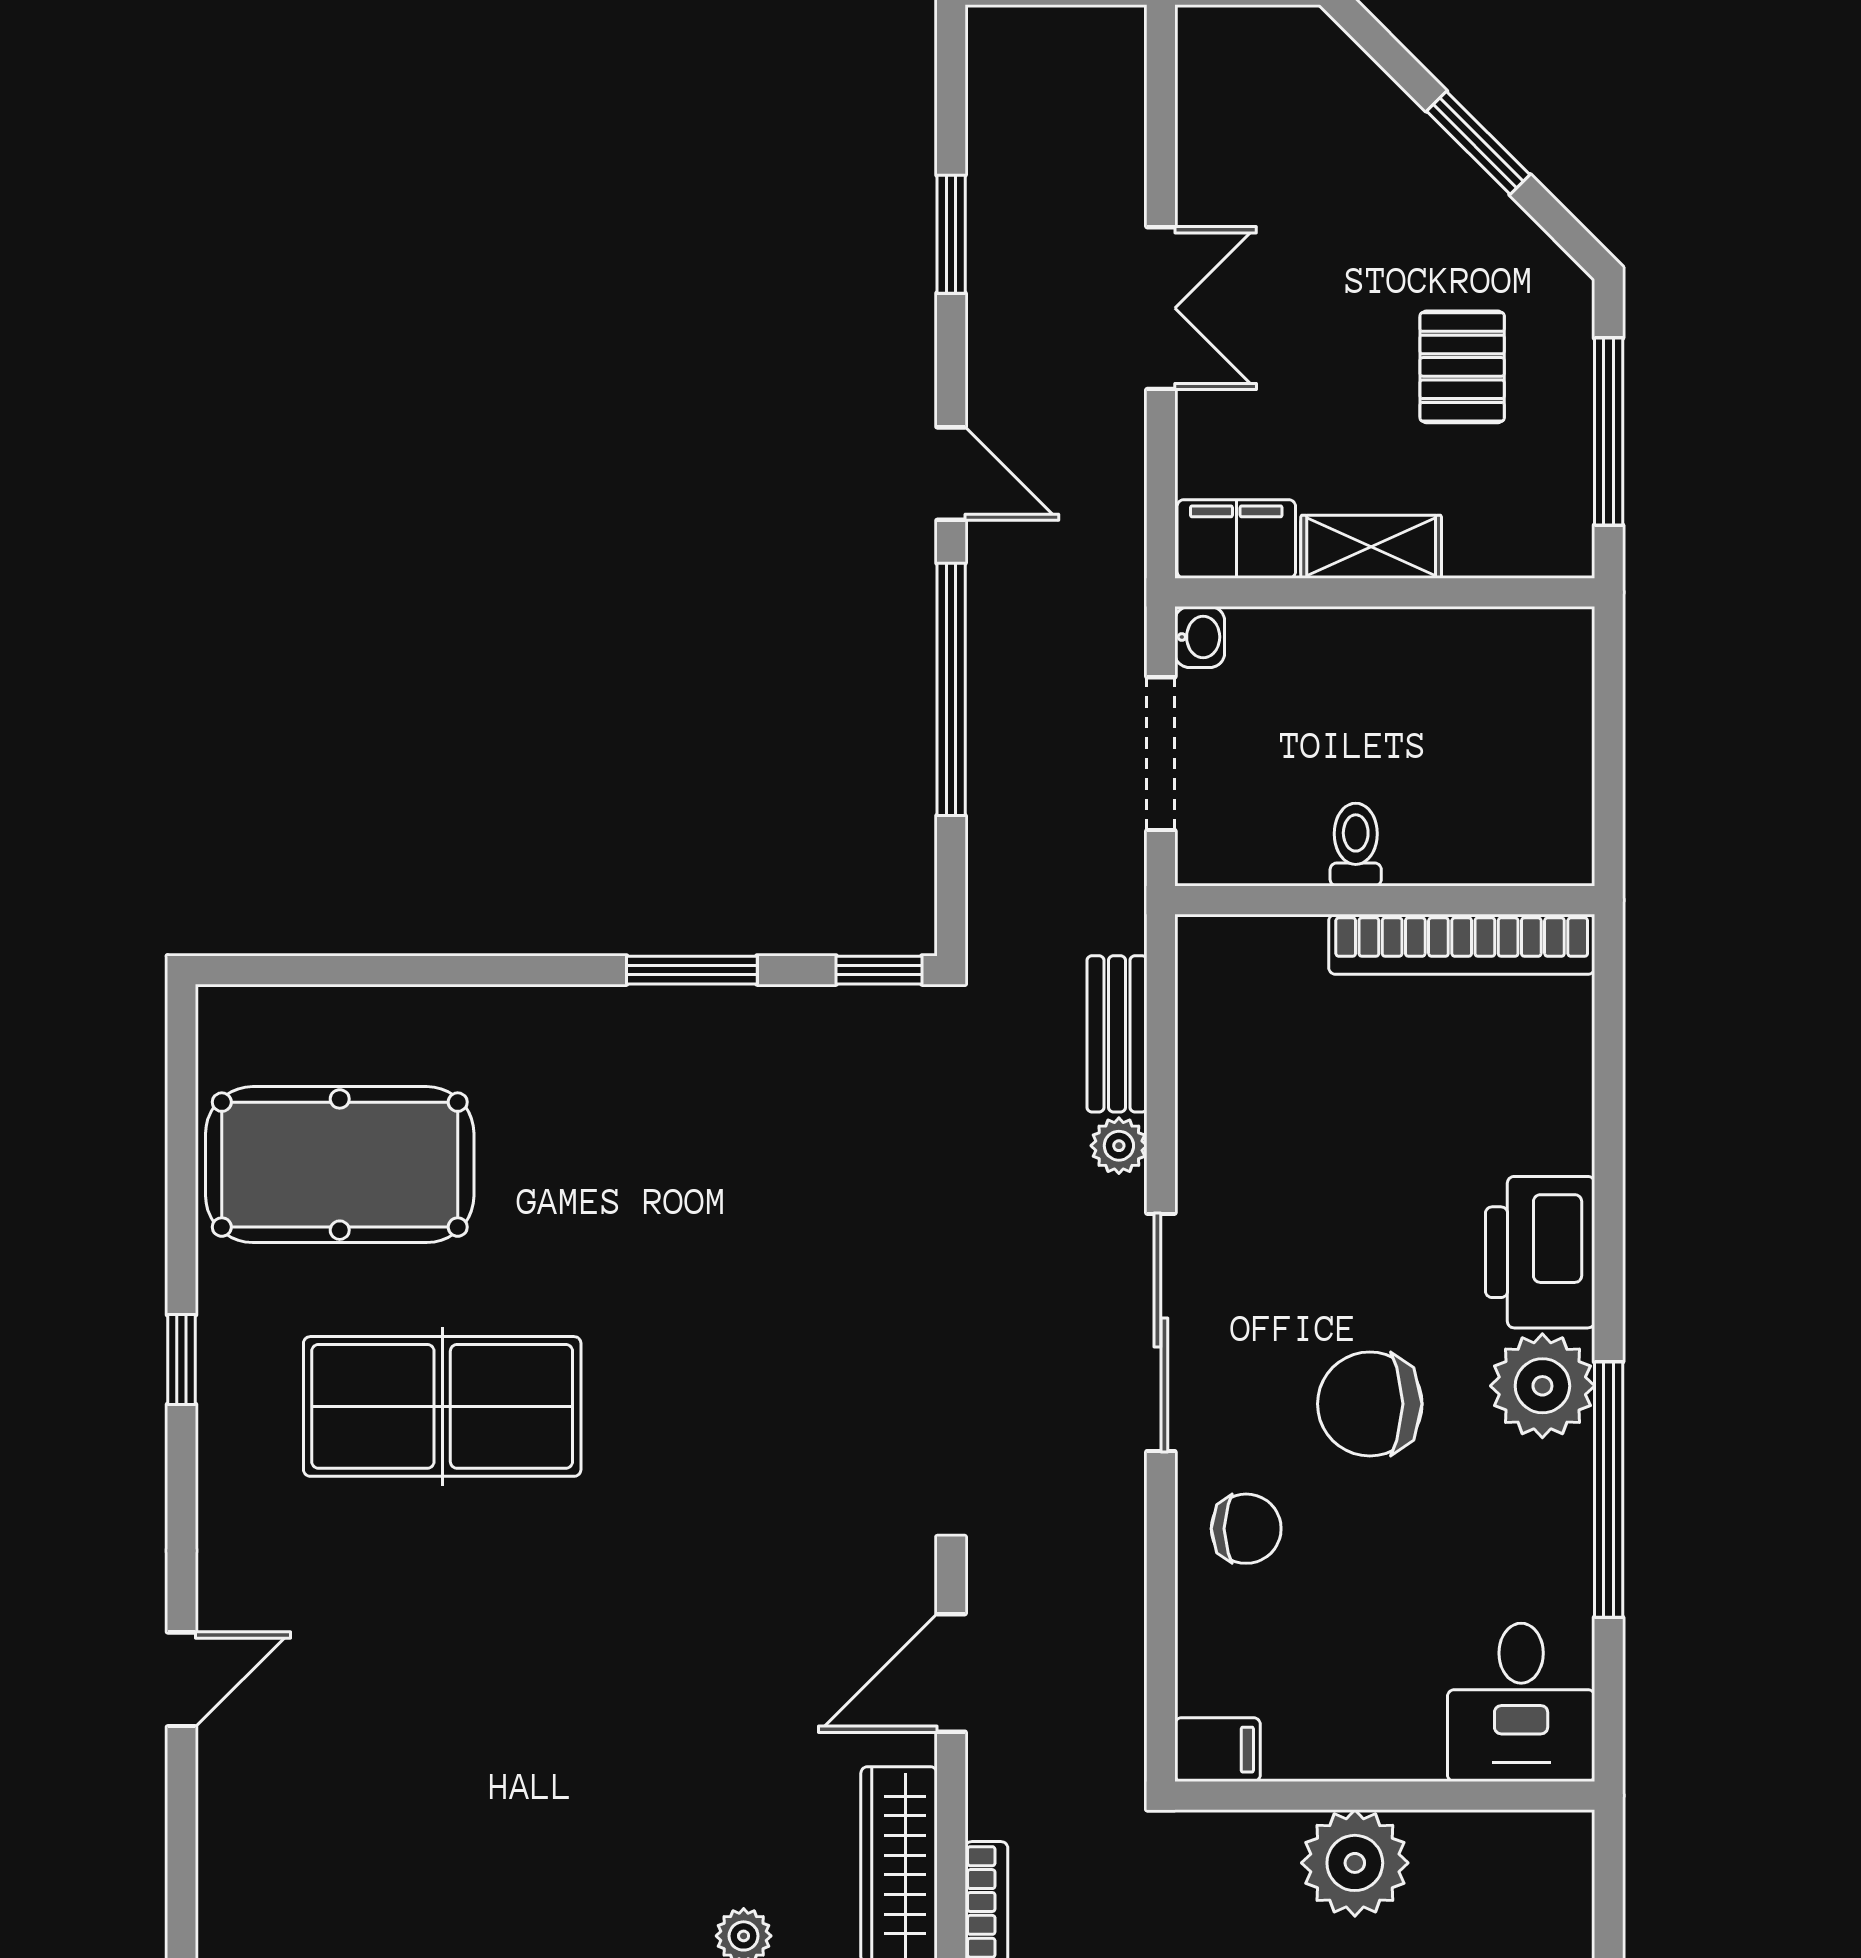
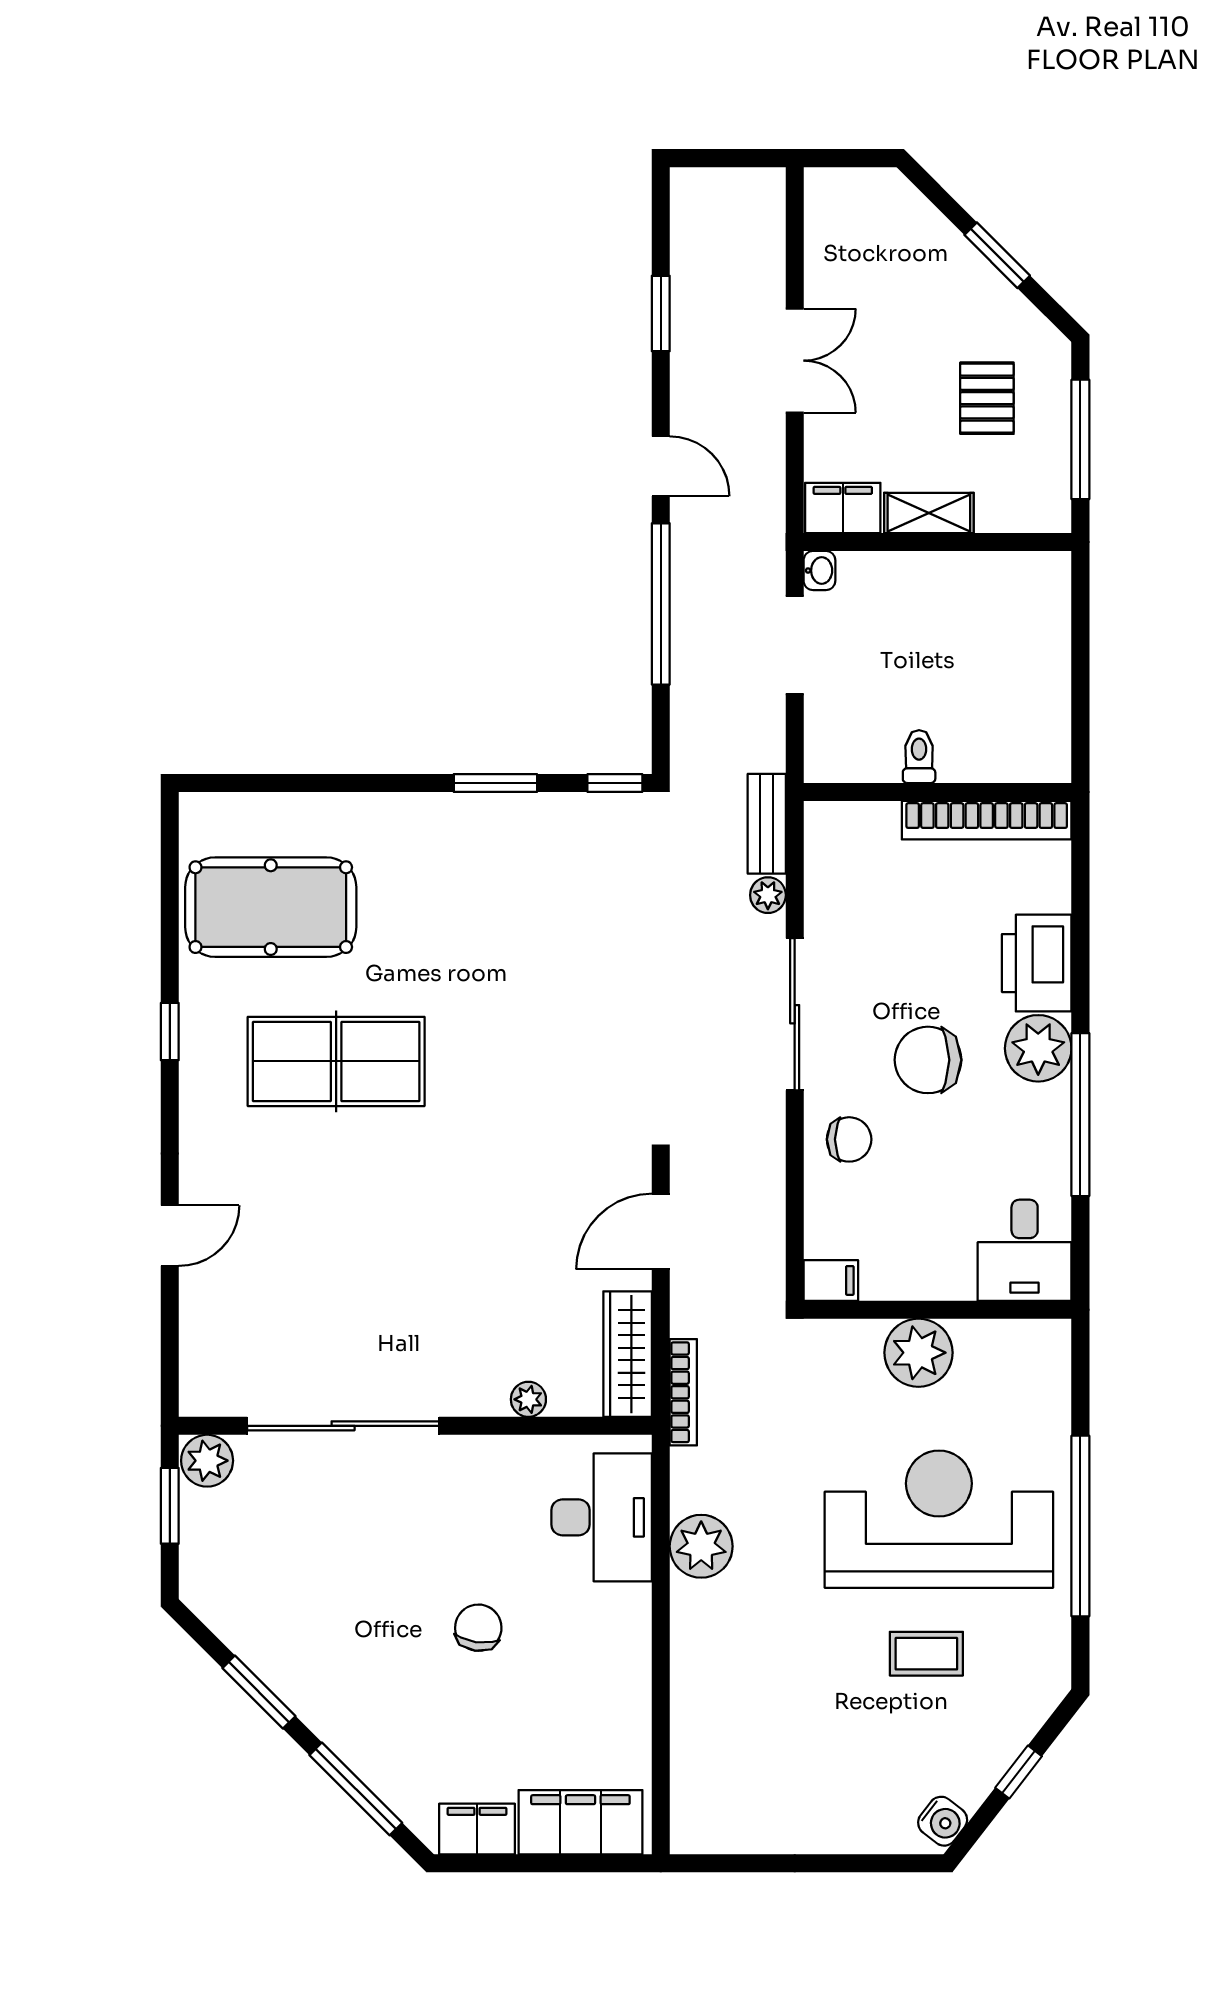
toilet: (1356, 845) -> (919, 757), moved
wall: (1385, 900) -> (938, 792), moved
bookcase: (1462, 944) -> (987, 820), moved

